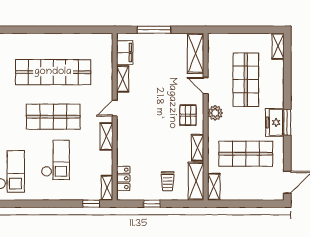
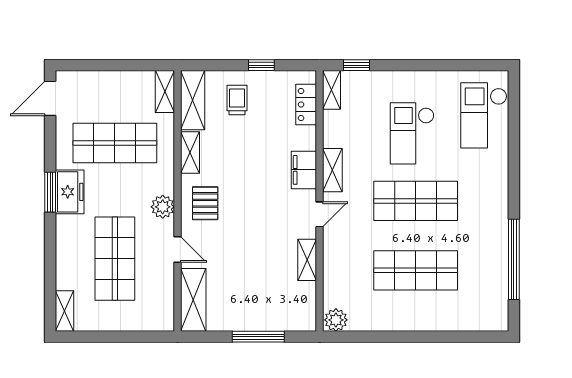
plant: (104, 40) -> (336, 320), added
filing cabinet: (125, 53) -> (304, 170), moved
shop shelf: (53, 72) -> (416, 270), width x0.71

